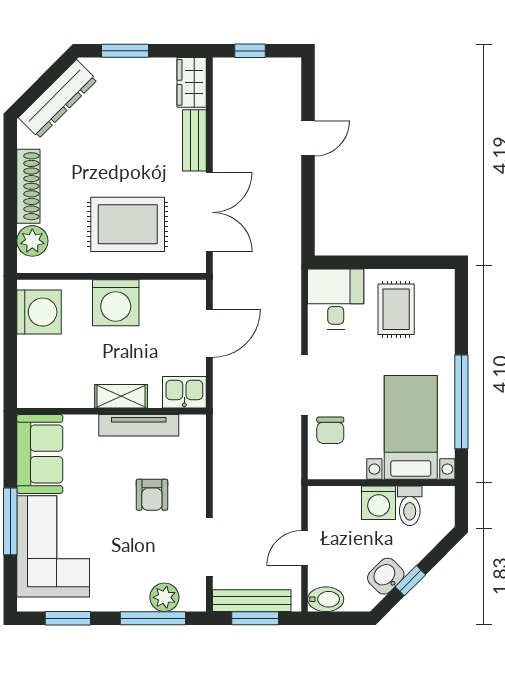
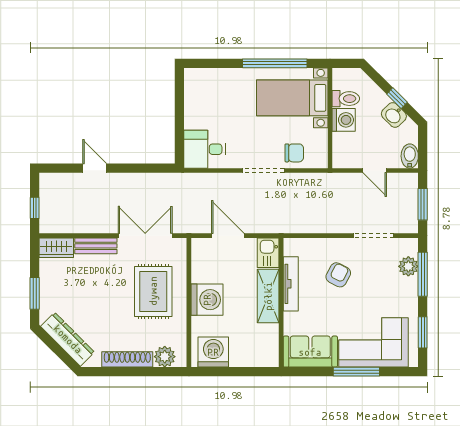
rug: (396, 309) -> (211, 108), removed
shelving: (121, 396) -> (268, 296), width x1.50, depth x1.33
armchair: (152, 495) -> (338, 275), turned -62
bench: (252, 601) -> (411, 207), removed

